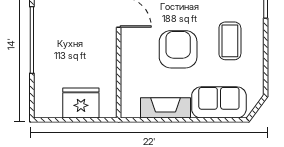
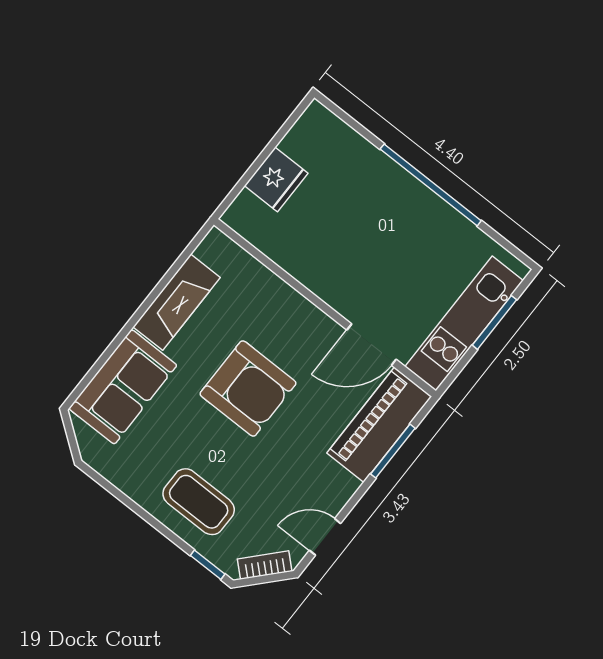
coffee table: (230, 41) -> (199, 502), moved
fridge: (81, 103) -> (276, 180), width x0.73, depth x0.75

